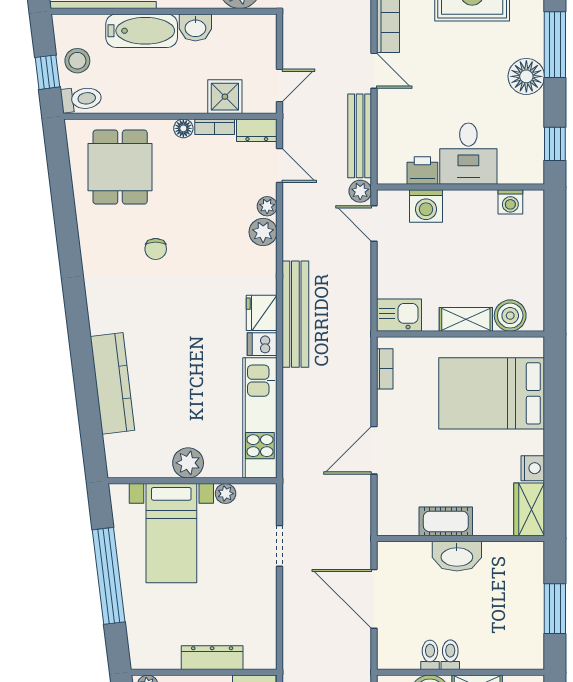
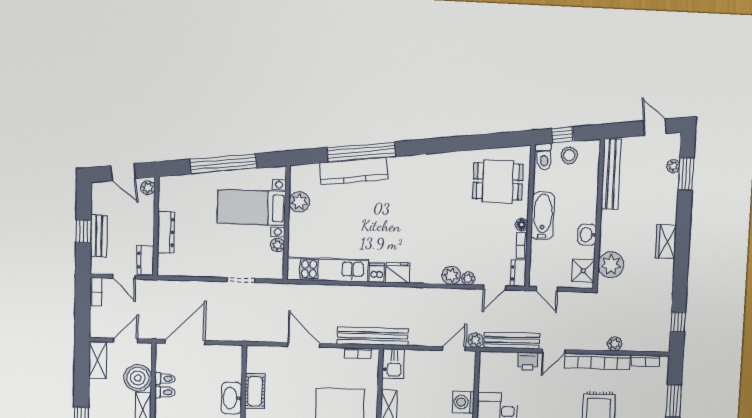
bathtub: (142, 31) -> (543, 216), moved, turned 180
shower: (225, 97) -> (583, 271), moved
printer: (422, 170) -> (528, 361), moved, turned 90
washing machine: (426, 206) -> (463, 402), moved
chair: (156, 249) -> (443, 203), removed
bench: (295, 314) -> (373, 336), moved
window: (84, 373) -> (361, 152), added
plant: (188, 463) -> (299, 202), moved
door: (374, 599) -> (185, 342), moved

